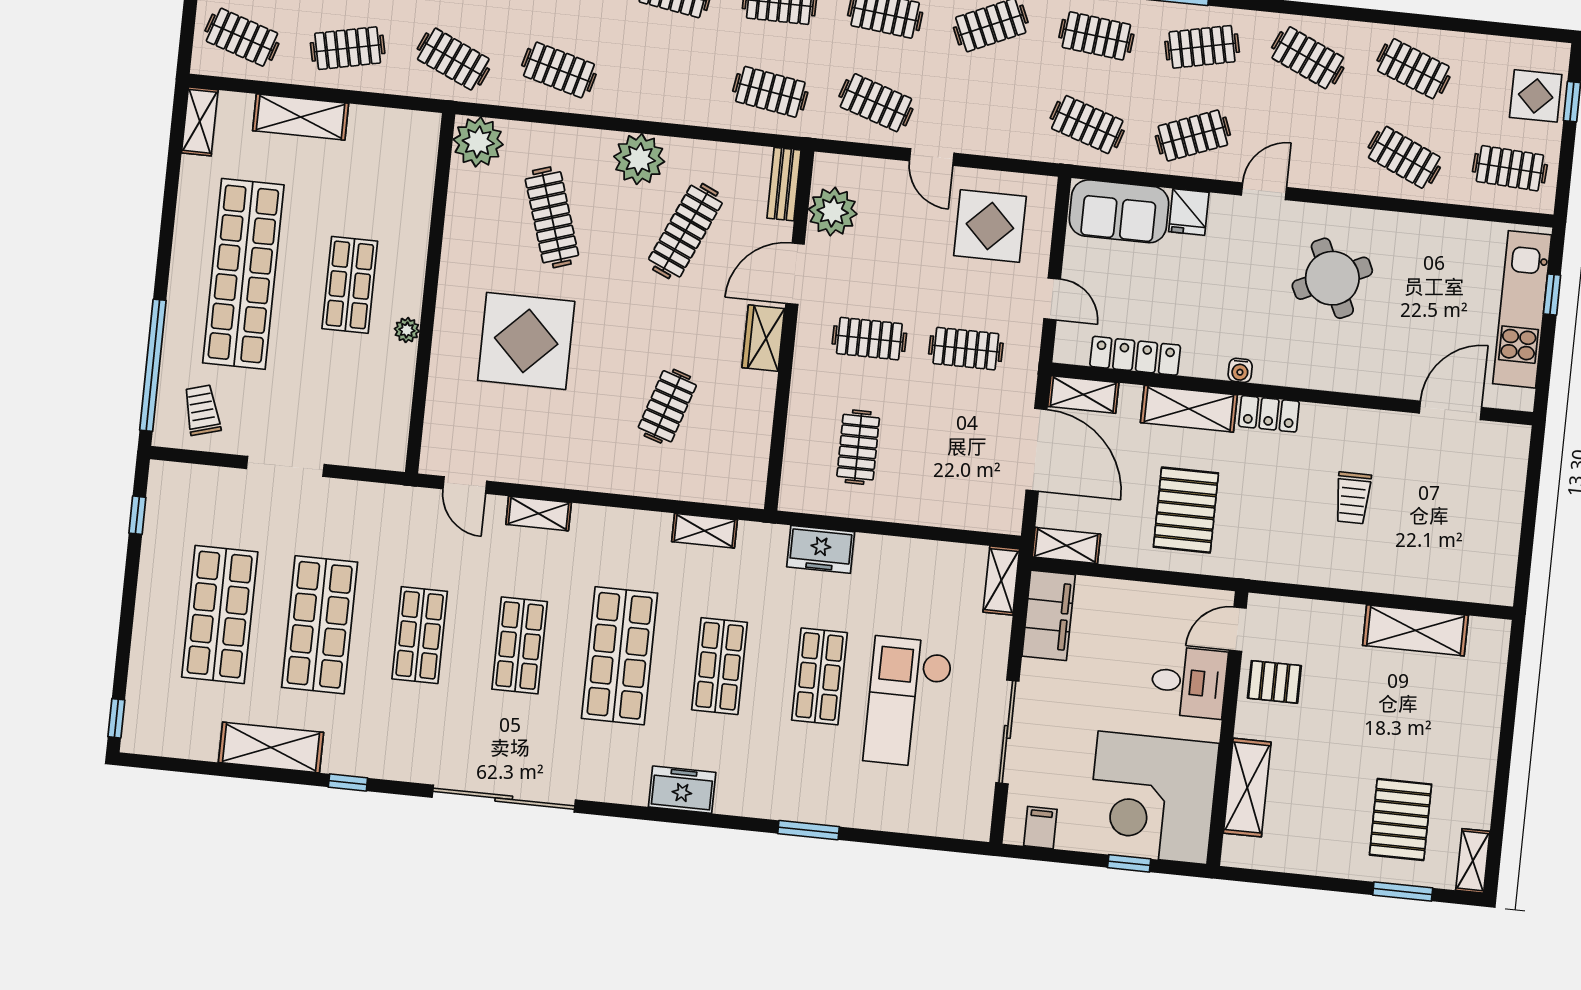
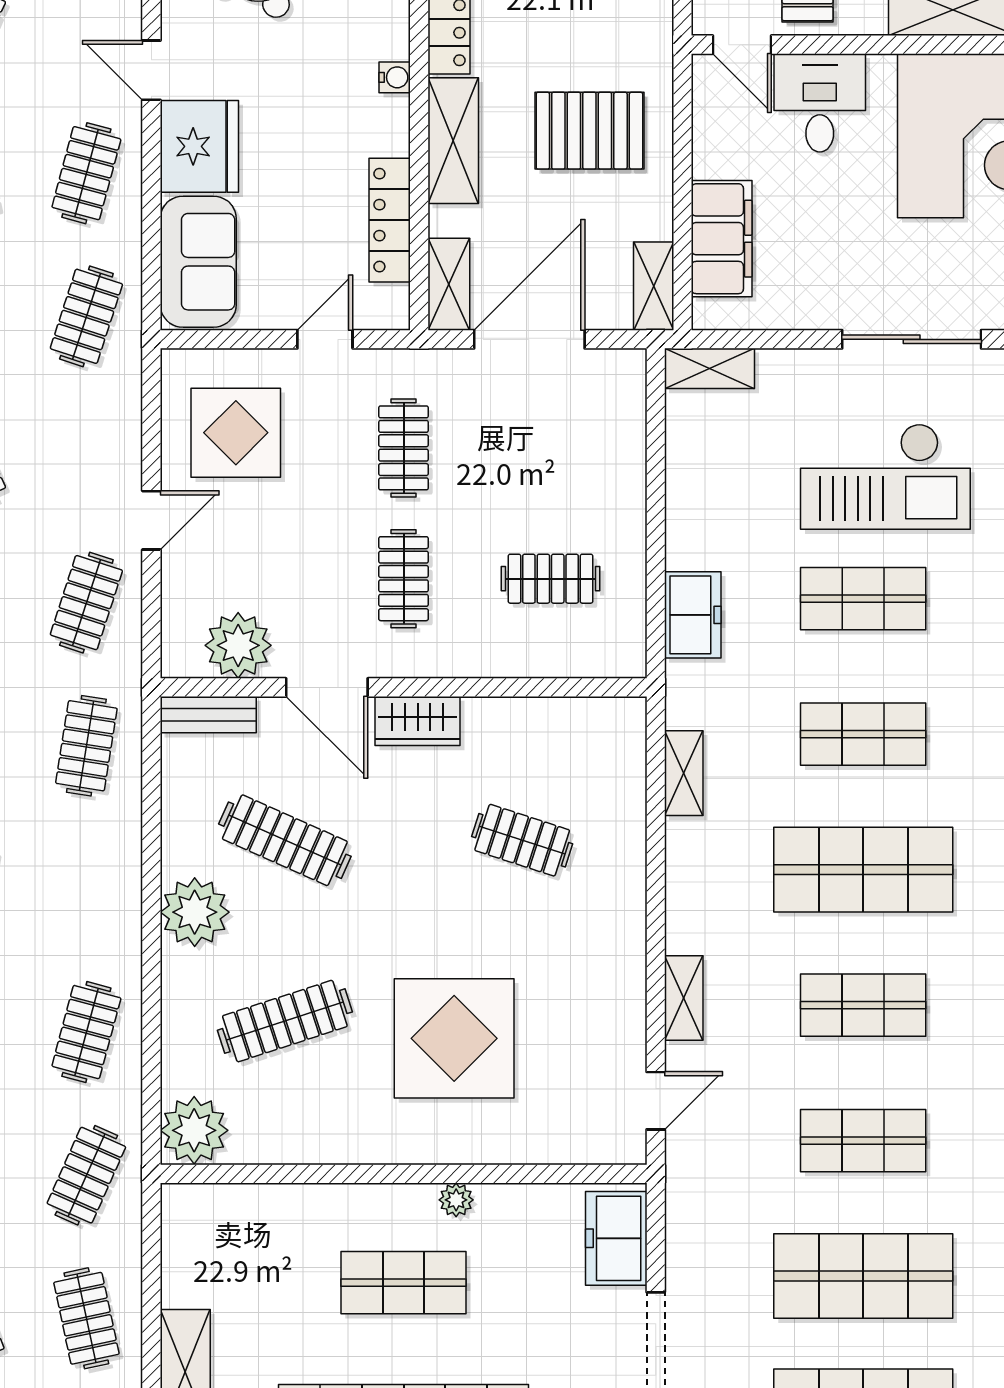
clothes rail: (1193, 135) -> (86, 173), turned 36
fridge: (1189, 212) -> (199, 146), width x1.88, depth x1.34
freezer: (366, 445) -> (616, 1238), added
filing cabinet: (1049, 615) -> (722, 239), moved, turned 90

